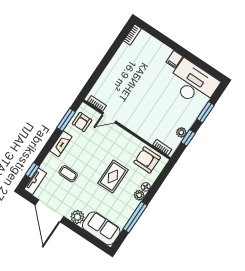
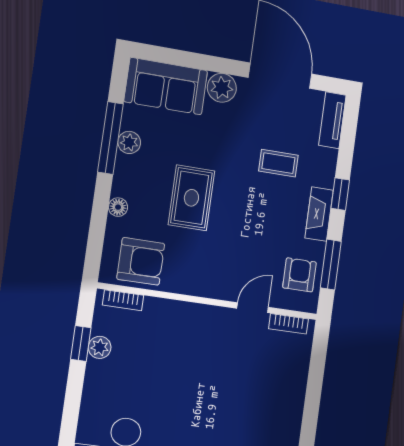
window: (205, 112) -> (71, 411), removed
window: (32, 170) -> (340, 194), moved
plant: (139, 195) -> (129, 142), moved

